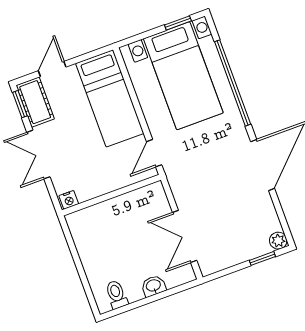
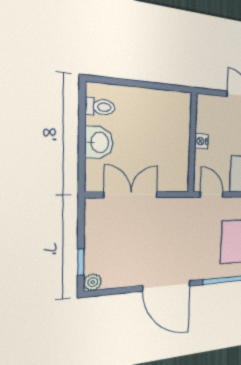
nightstand: (69, 200) -> (201, 141), moved
washbasin: (154, 286) -> (99, 142), width x1.38, depth x1.45

